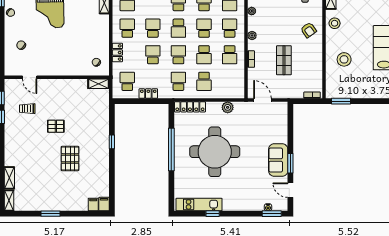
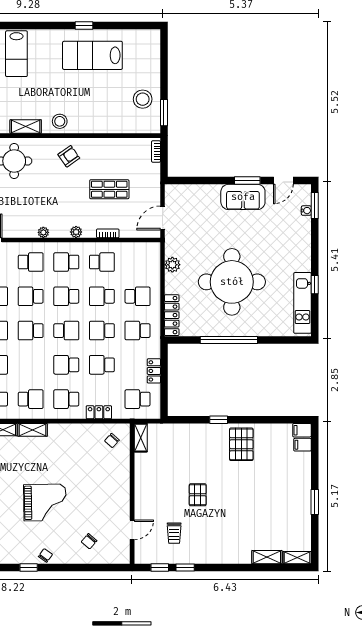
school desk: (204, 55) -> (102, 296), turned 180
stool: (344, 59) -> (143, 99), moved
pallet: (70, 158) -> (241, 444), moved, turned 90

